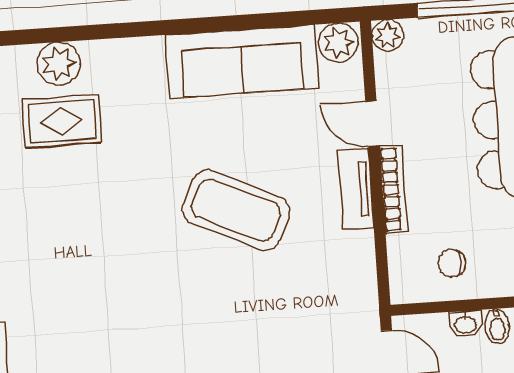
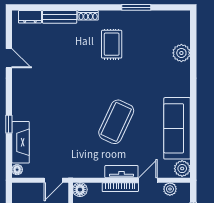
plant: (388, 35) -> (170, 189), moved
rug: (62, 121) -> (112, 44), moved
floor lamp: (406, 287) -> (80, 190), added

